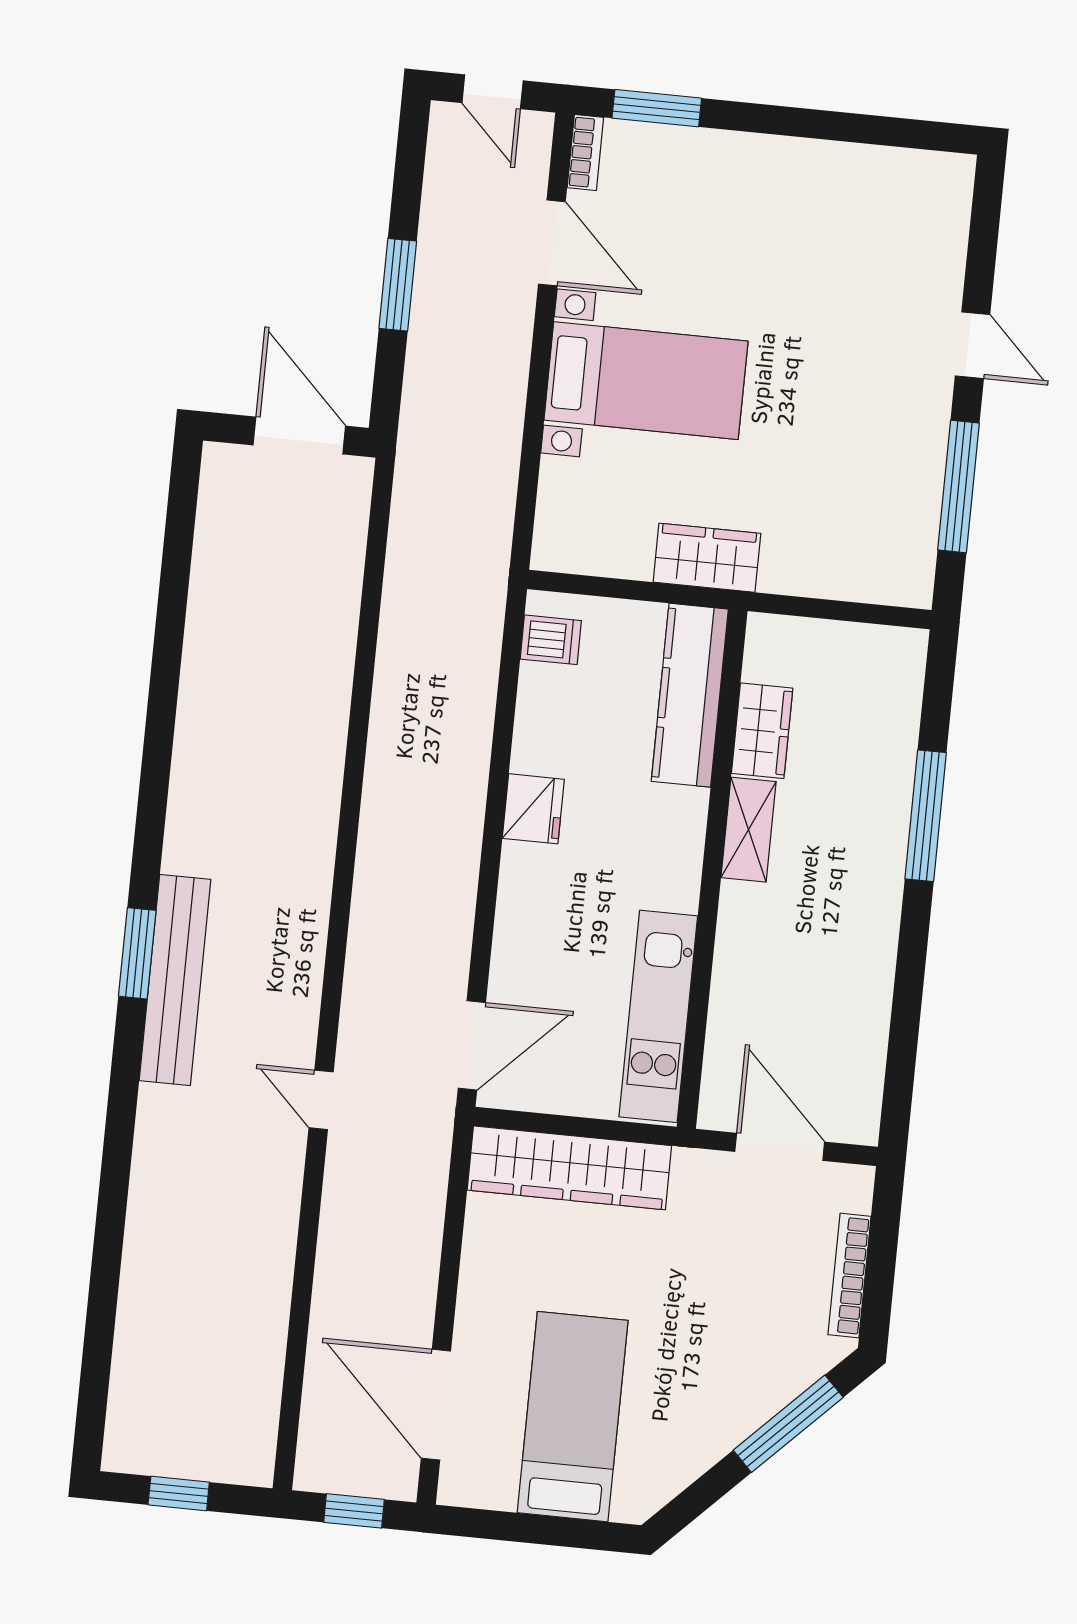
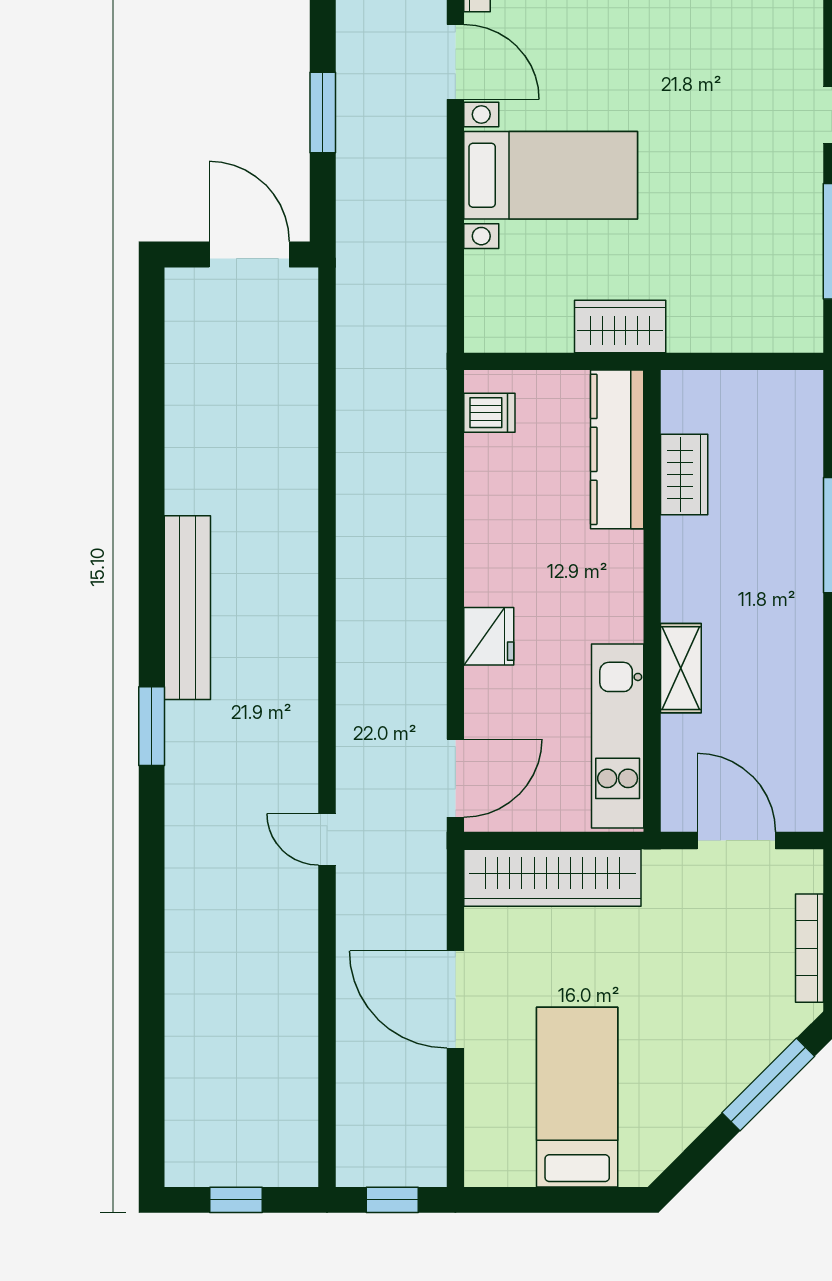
fridge: (533, 809) -> (489, 636), moved
shelving: (749, 830) -> (681, 668), moved
bench: (175, 980) -> (187, 608), moved
door: (436, 1405) -> (455, 999), moved

